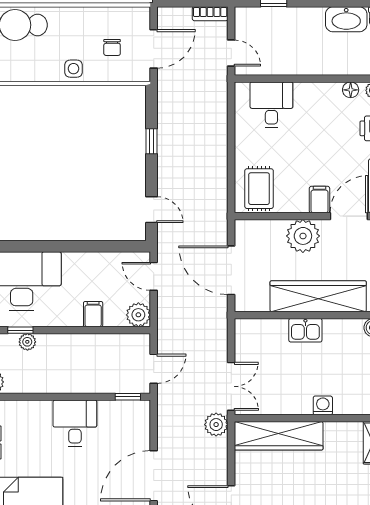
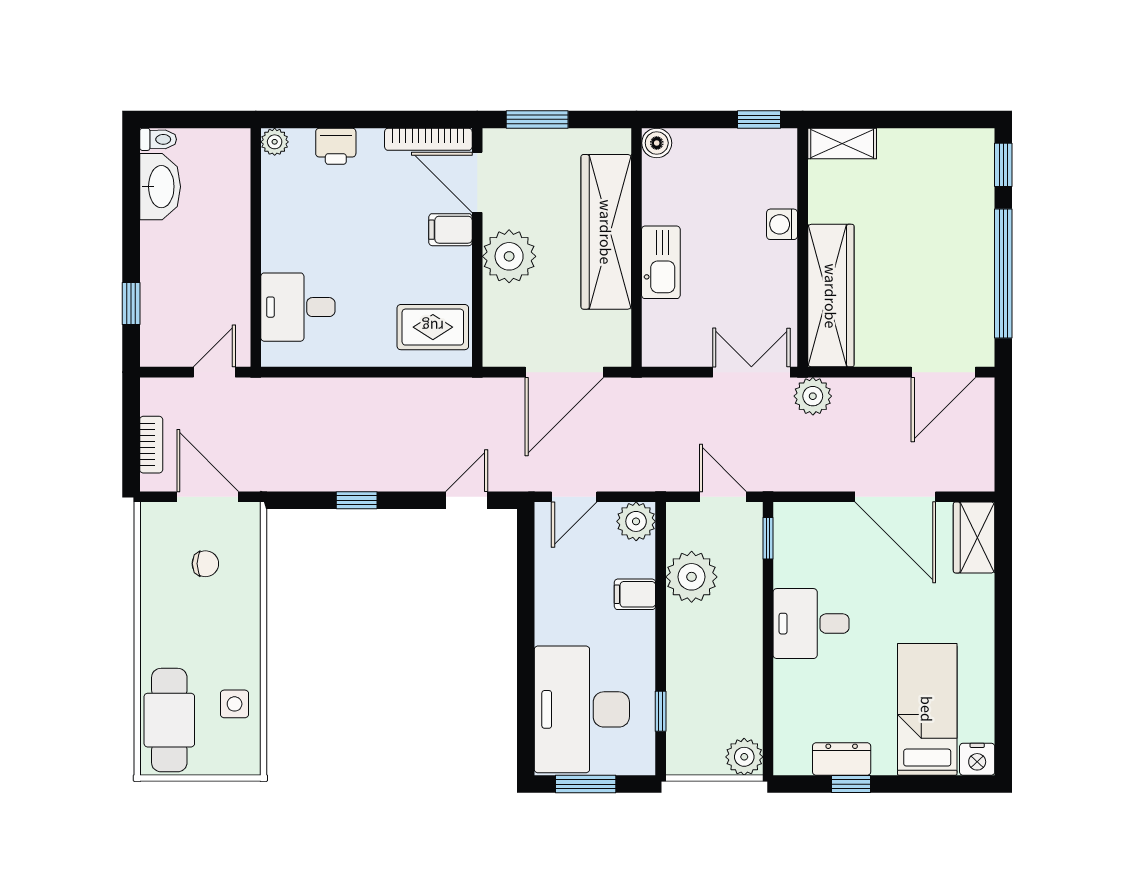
bookcase: (210, 14) -> (151, 445), moved
side table: (73, 69) -> (235, 704), moved
floor lamp: (351, 90) -> (274, 180), removed
kitchen sink: (305, 330) -> (661, 262), width x1.38
plant: (27, 342) -> (692, 577), moved, width x1.88, depth x1.88

